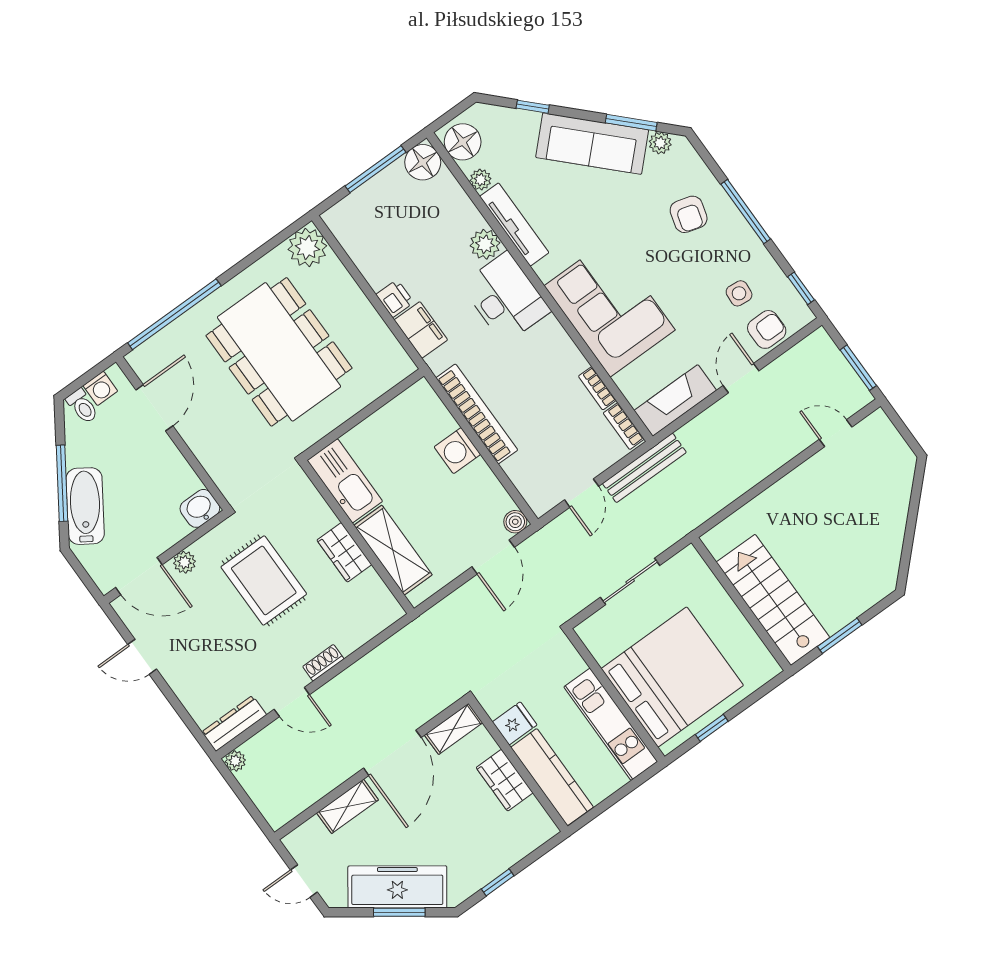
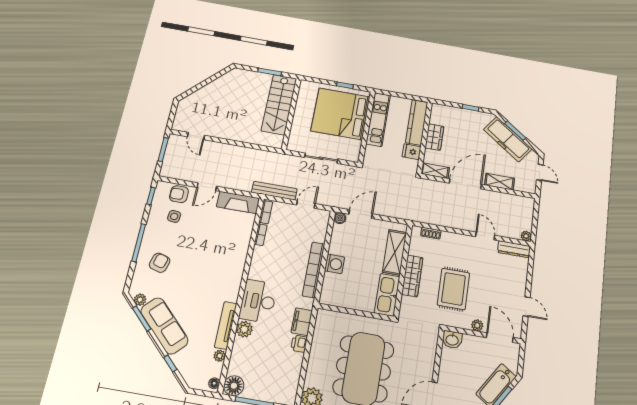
floor lamp: (463, 142) -> (214, 383), width x0.53, depth x0.53
corner sofa: (610, 308) -> (225, 259), removed
wardrobe: (344, 552) -> (412, 276), width x1.50
shoe rack: (323, 663) -> (431, 233), moved

